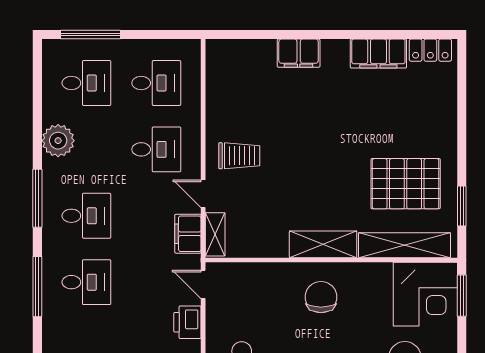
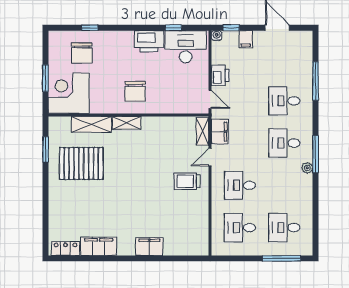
plant: (58, 141) -> (307, 168), moved, width x0.53, depth x0.53
door: (203, 194) -> (210, 157), swing flipped
shelving: (323, 244) -> (127, 123), width x0.67, depth x0.75
shelving: (404, 245) -> (91, 124), width x0.68
window: (37, 287) -> (316, 81), moved
window: (462, 296) -> (46, 78), moved

